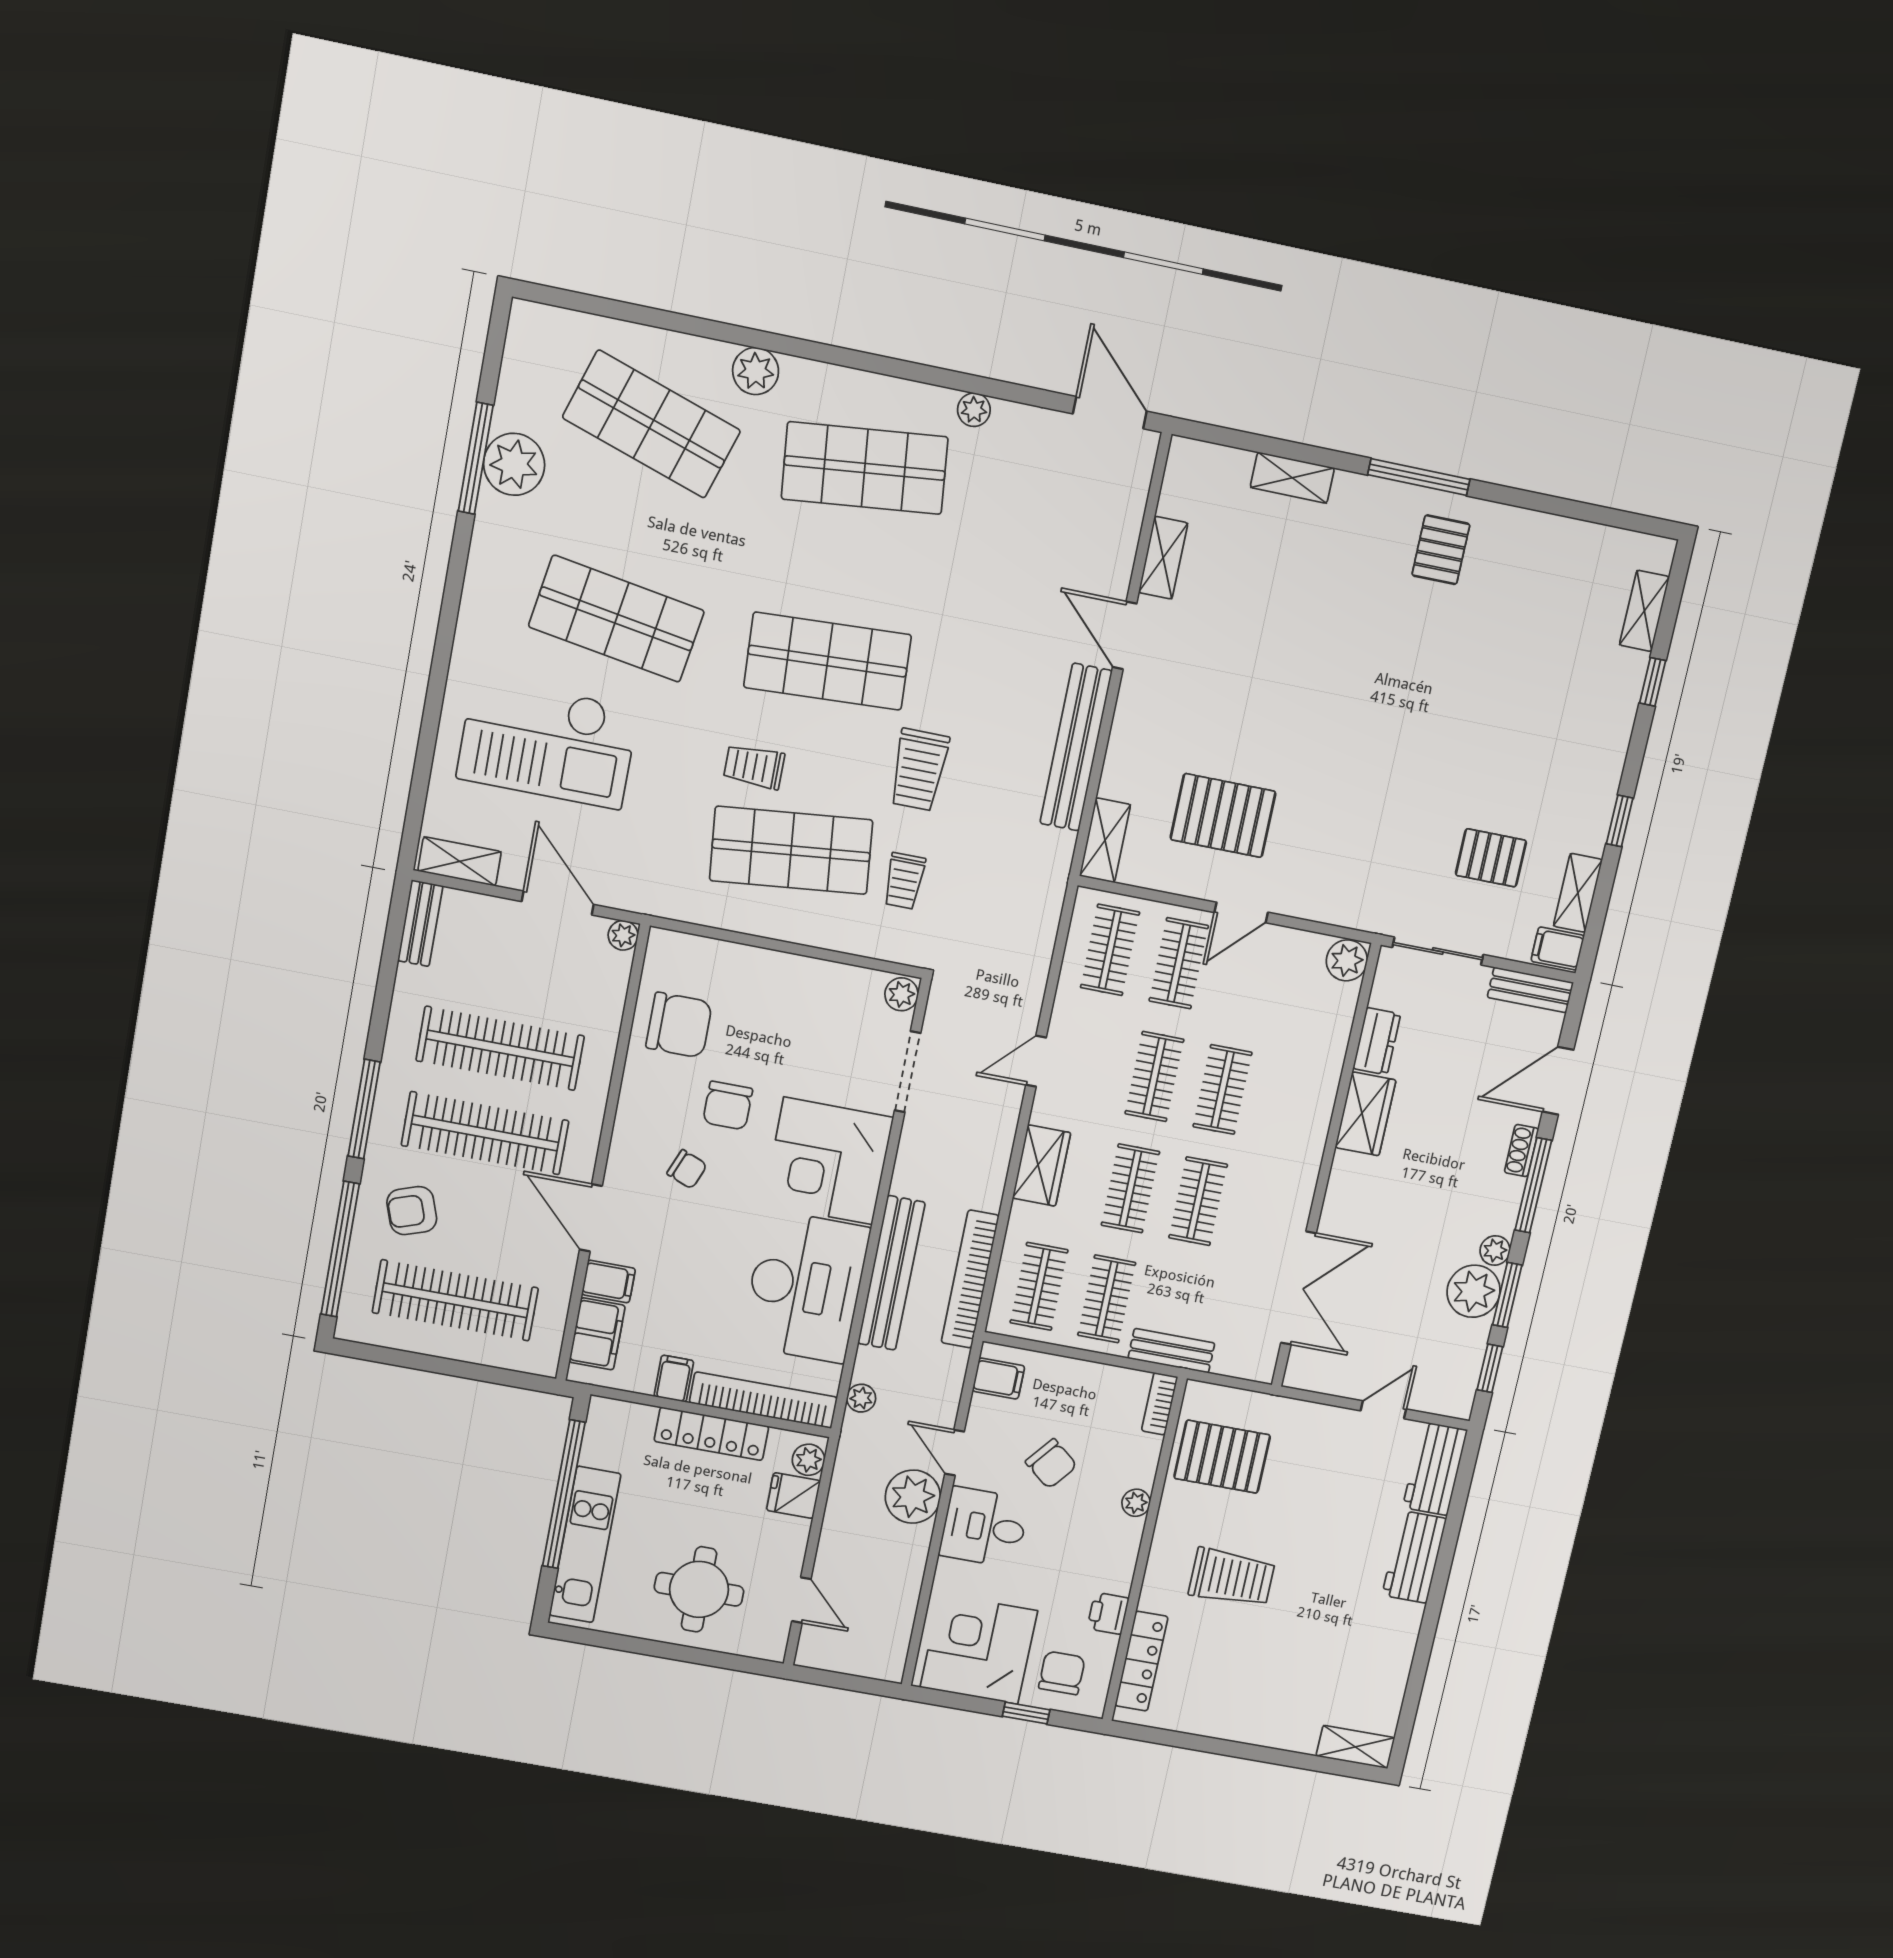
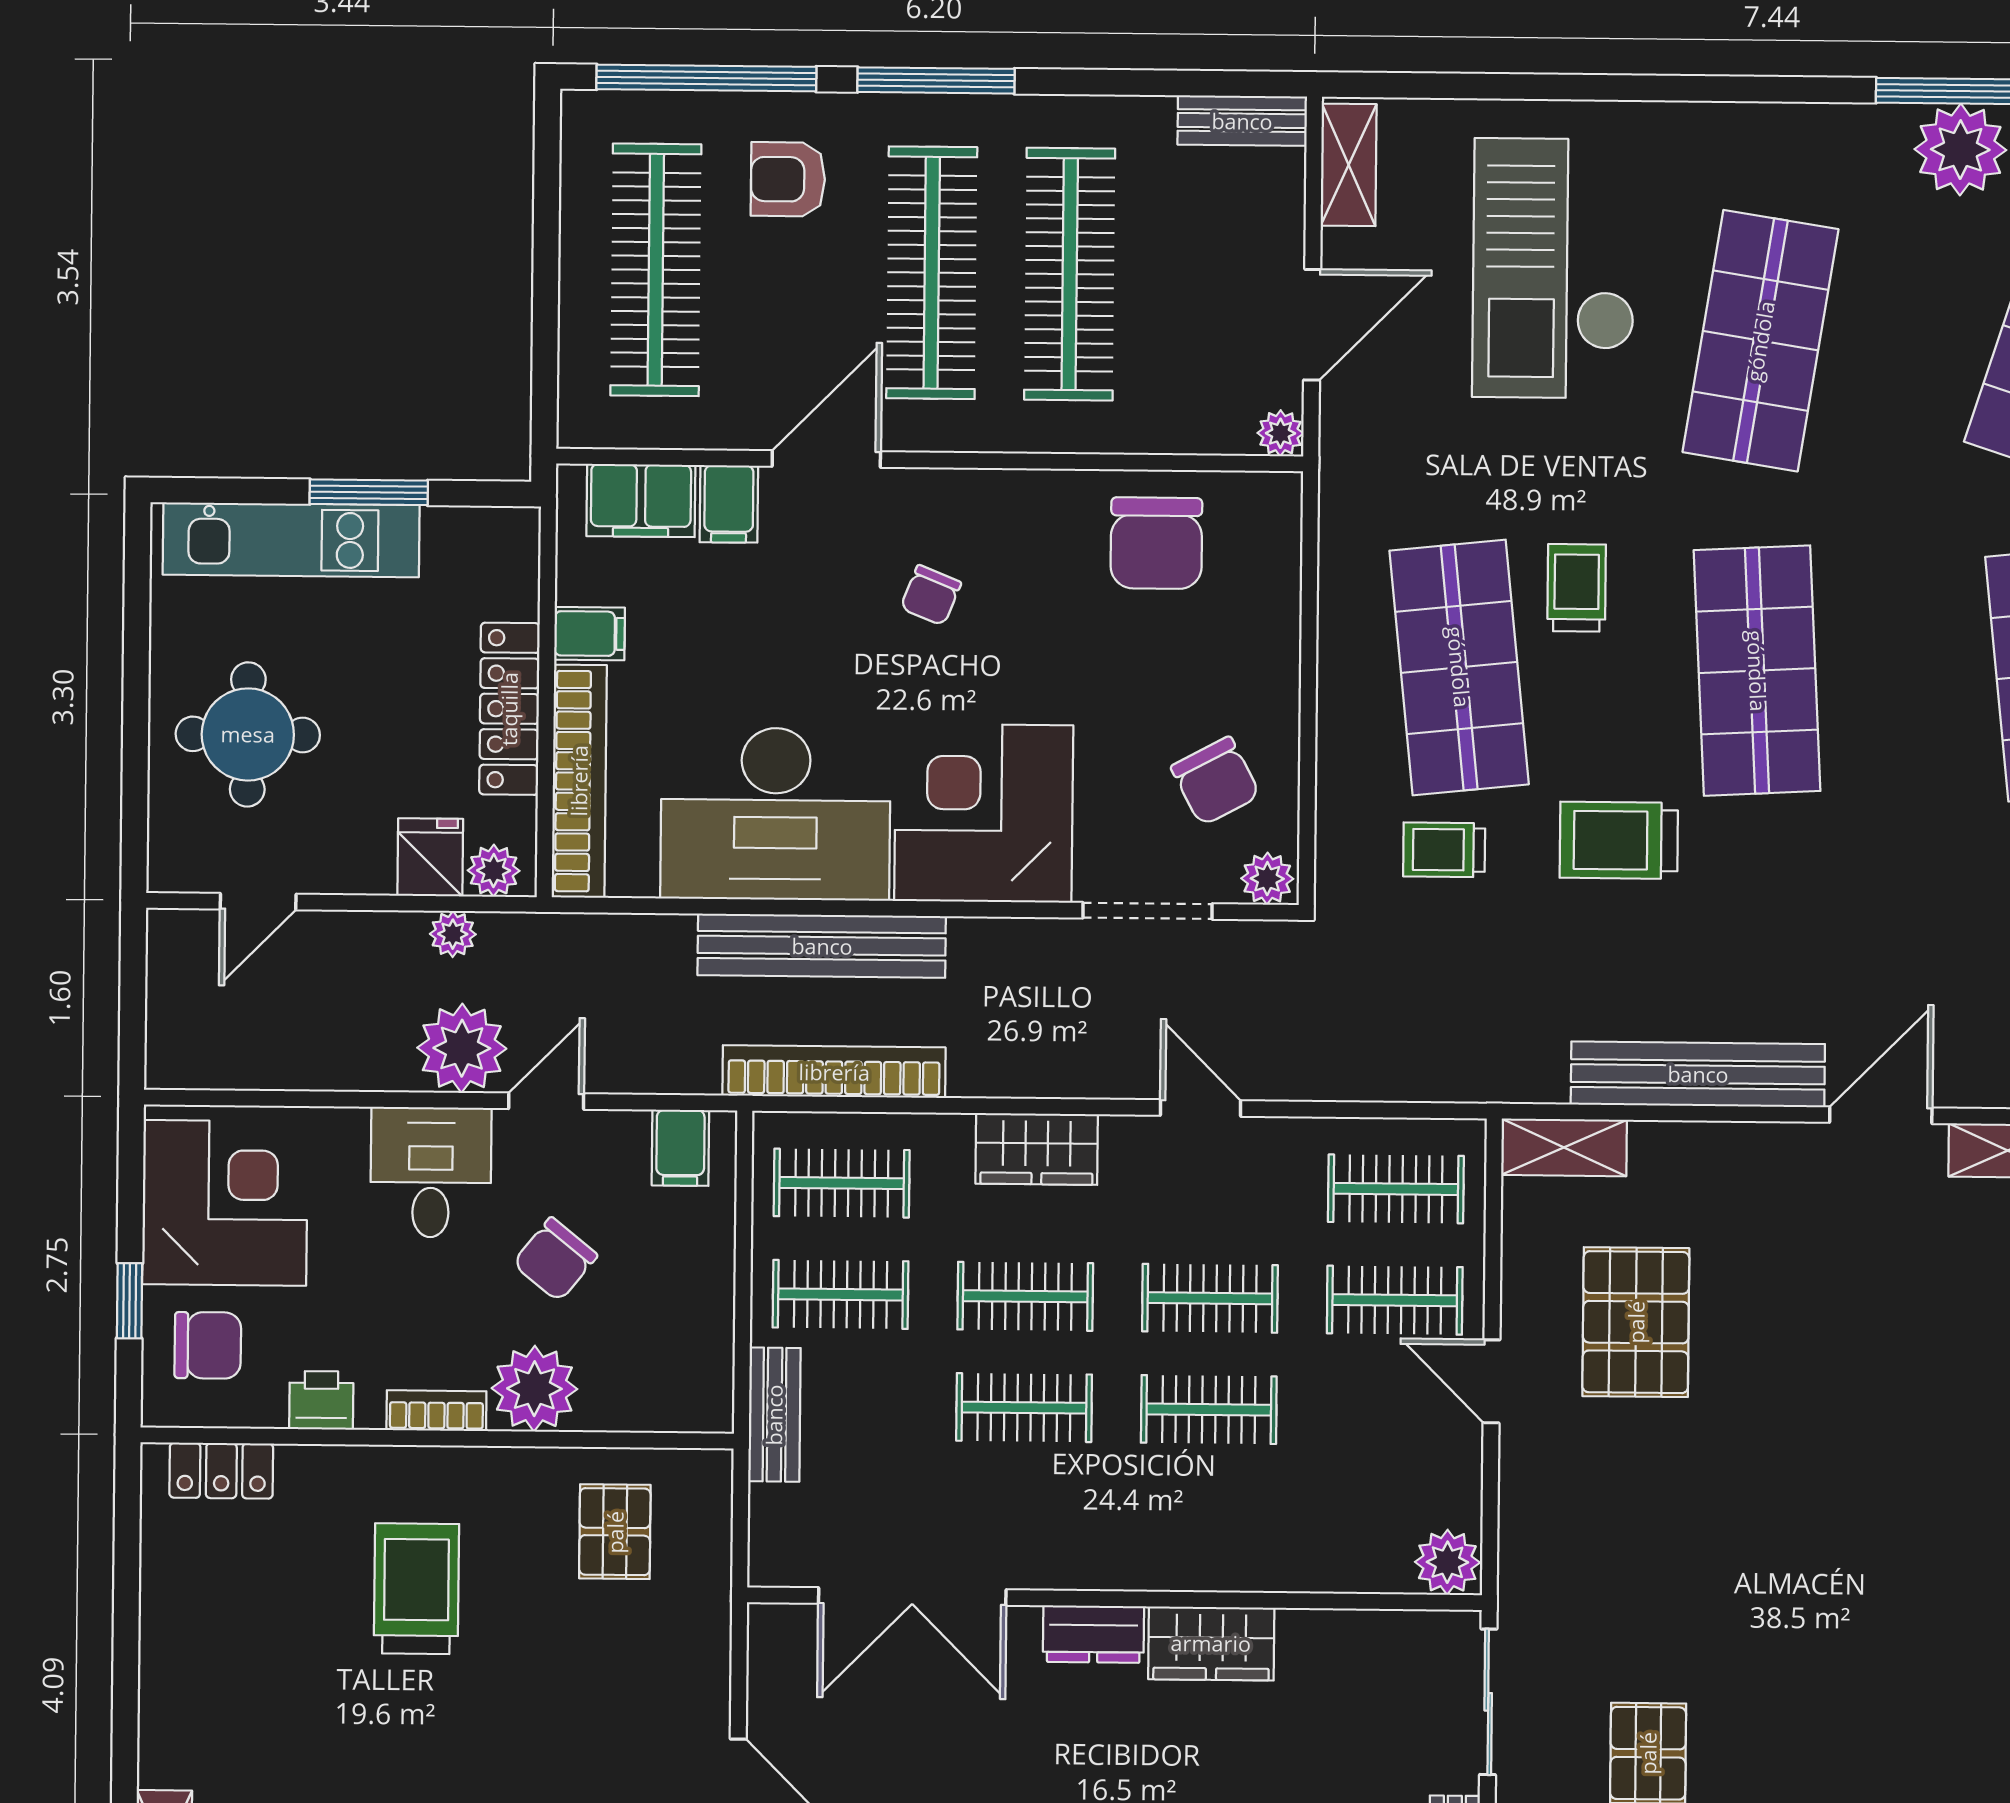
dresser: (1377, 1041) -> (1093, 1634), moved
chair: (728, 1106) -> (1216, 781), moved, turned -118
armchair: (412, 1211) -> (788, 179), turned -71
plant: (861, 1398) -> (453, 934), moved
bookcase: (1160, 1404) -> (436, 1411), moved
pallet: (1222, 1457) -> (615, 1532), width x0.67, depth x0.71
window: (564, 1494) -> (369, 492), width x0.47
plant: (1136, 1503) -> (534, 1389), width x1.87, depth x1.87
trolley: (1232, 1577) -> (416, 1589), turned 180
locker: (1141, 1661) -> (221, 1471), width x0.66

